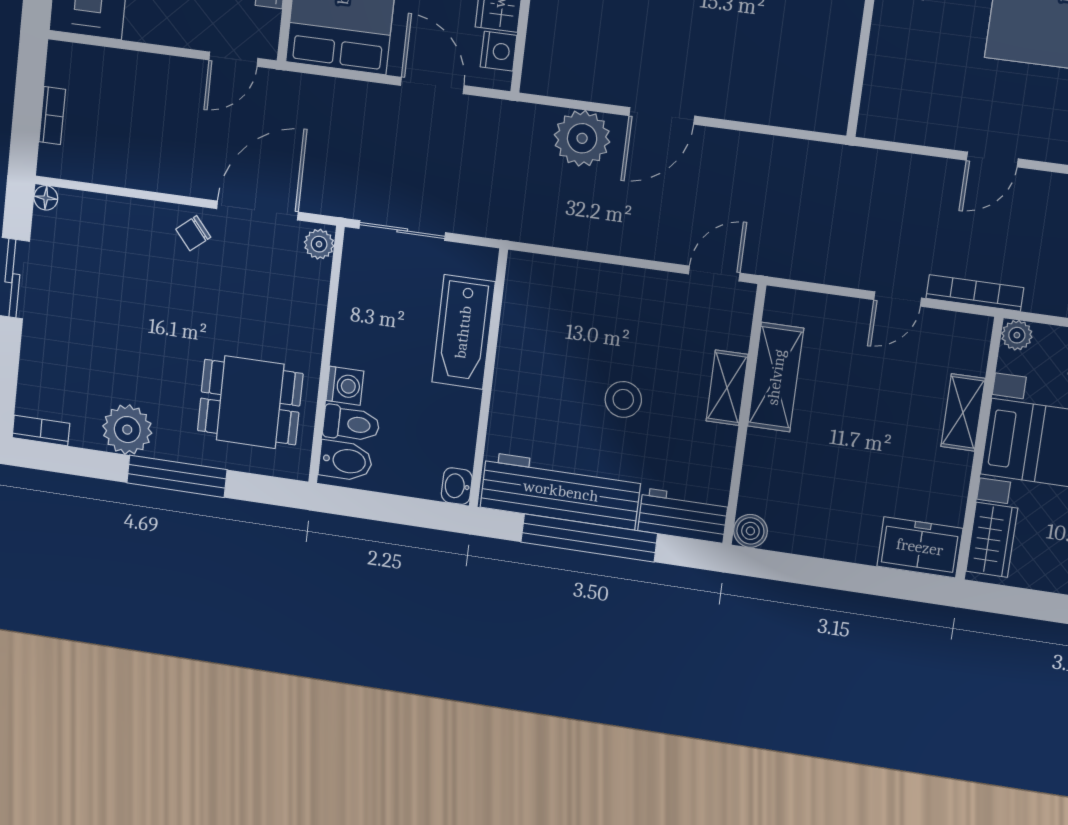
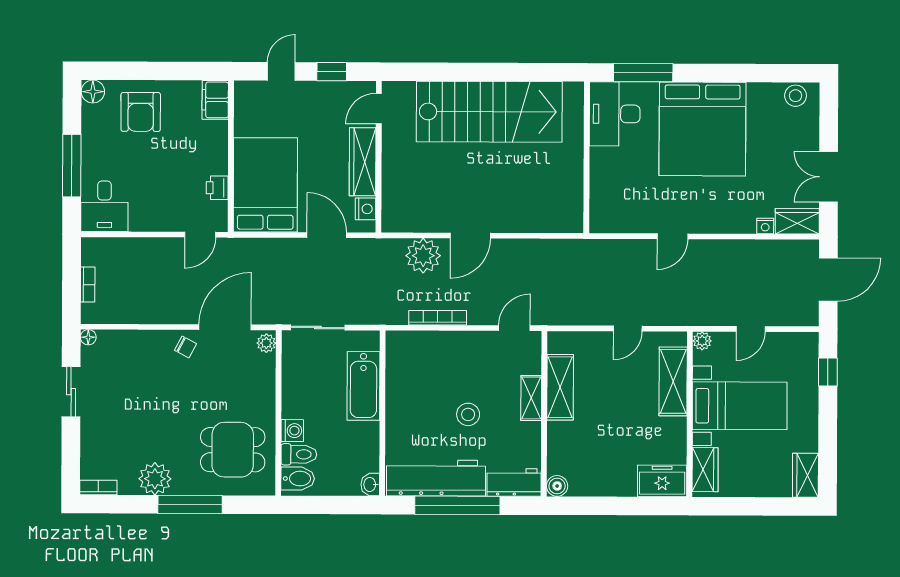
chair: (193, 233) -> (185, 347), turned -112
bookcase: (975, 293) -> (438, 318), moved
shelving: (963, 412) -> (673, 381), width x1.50, depth x1.33

